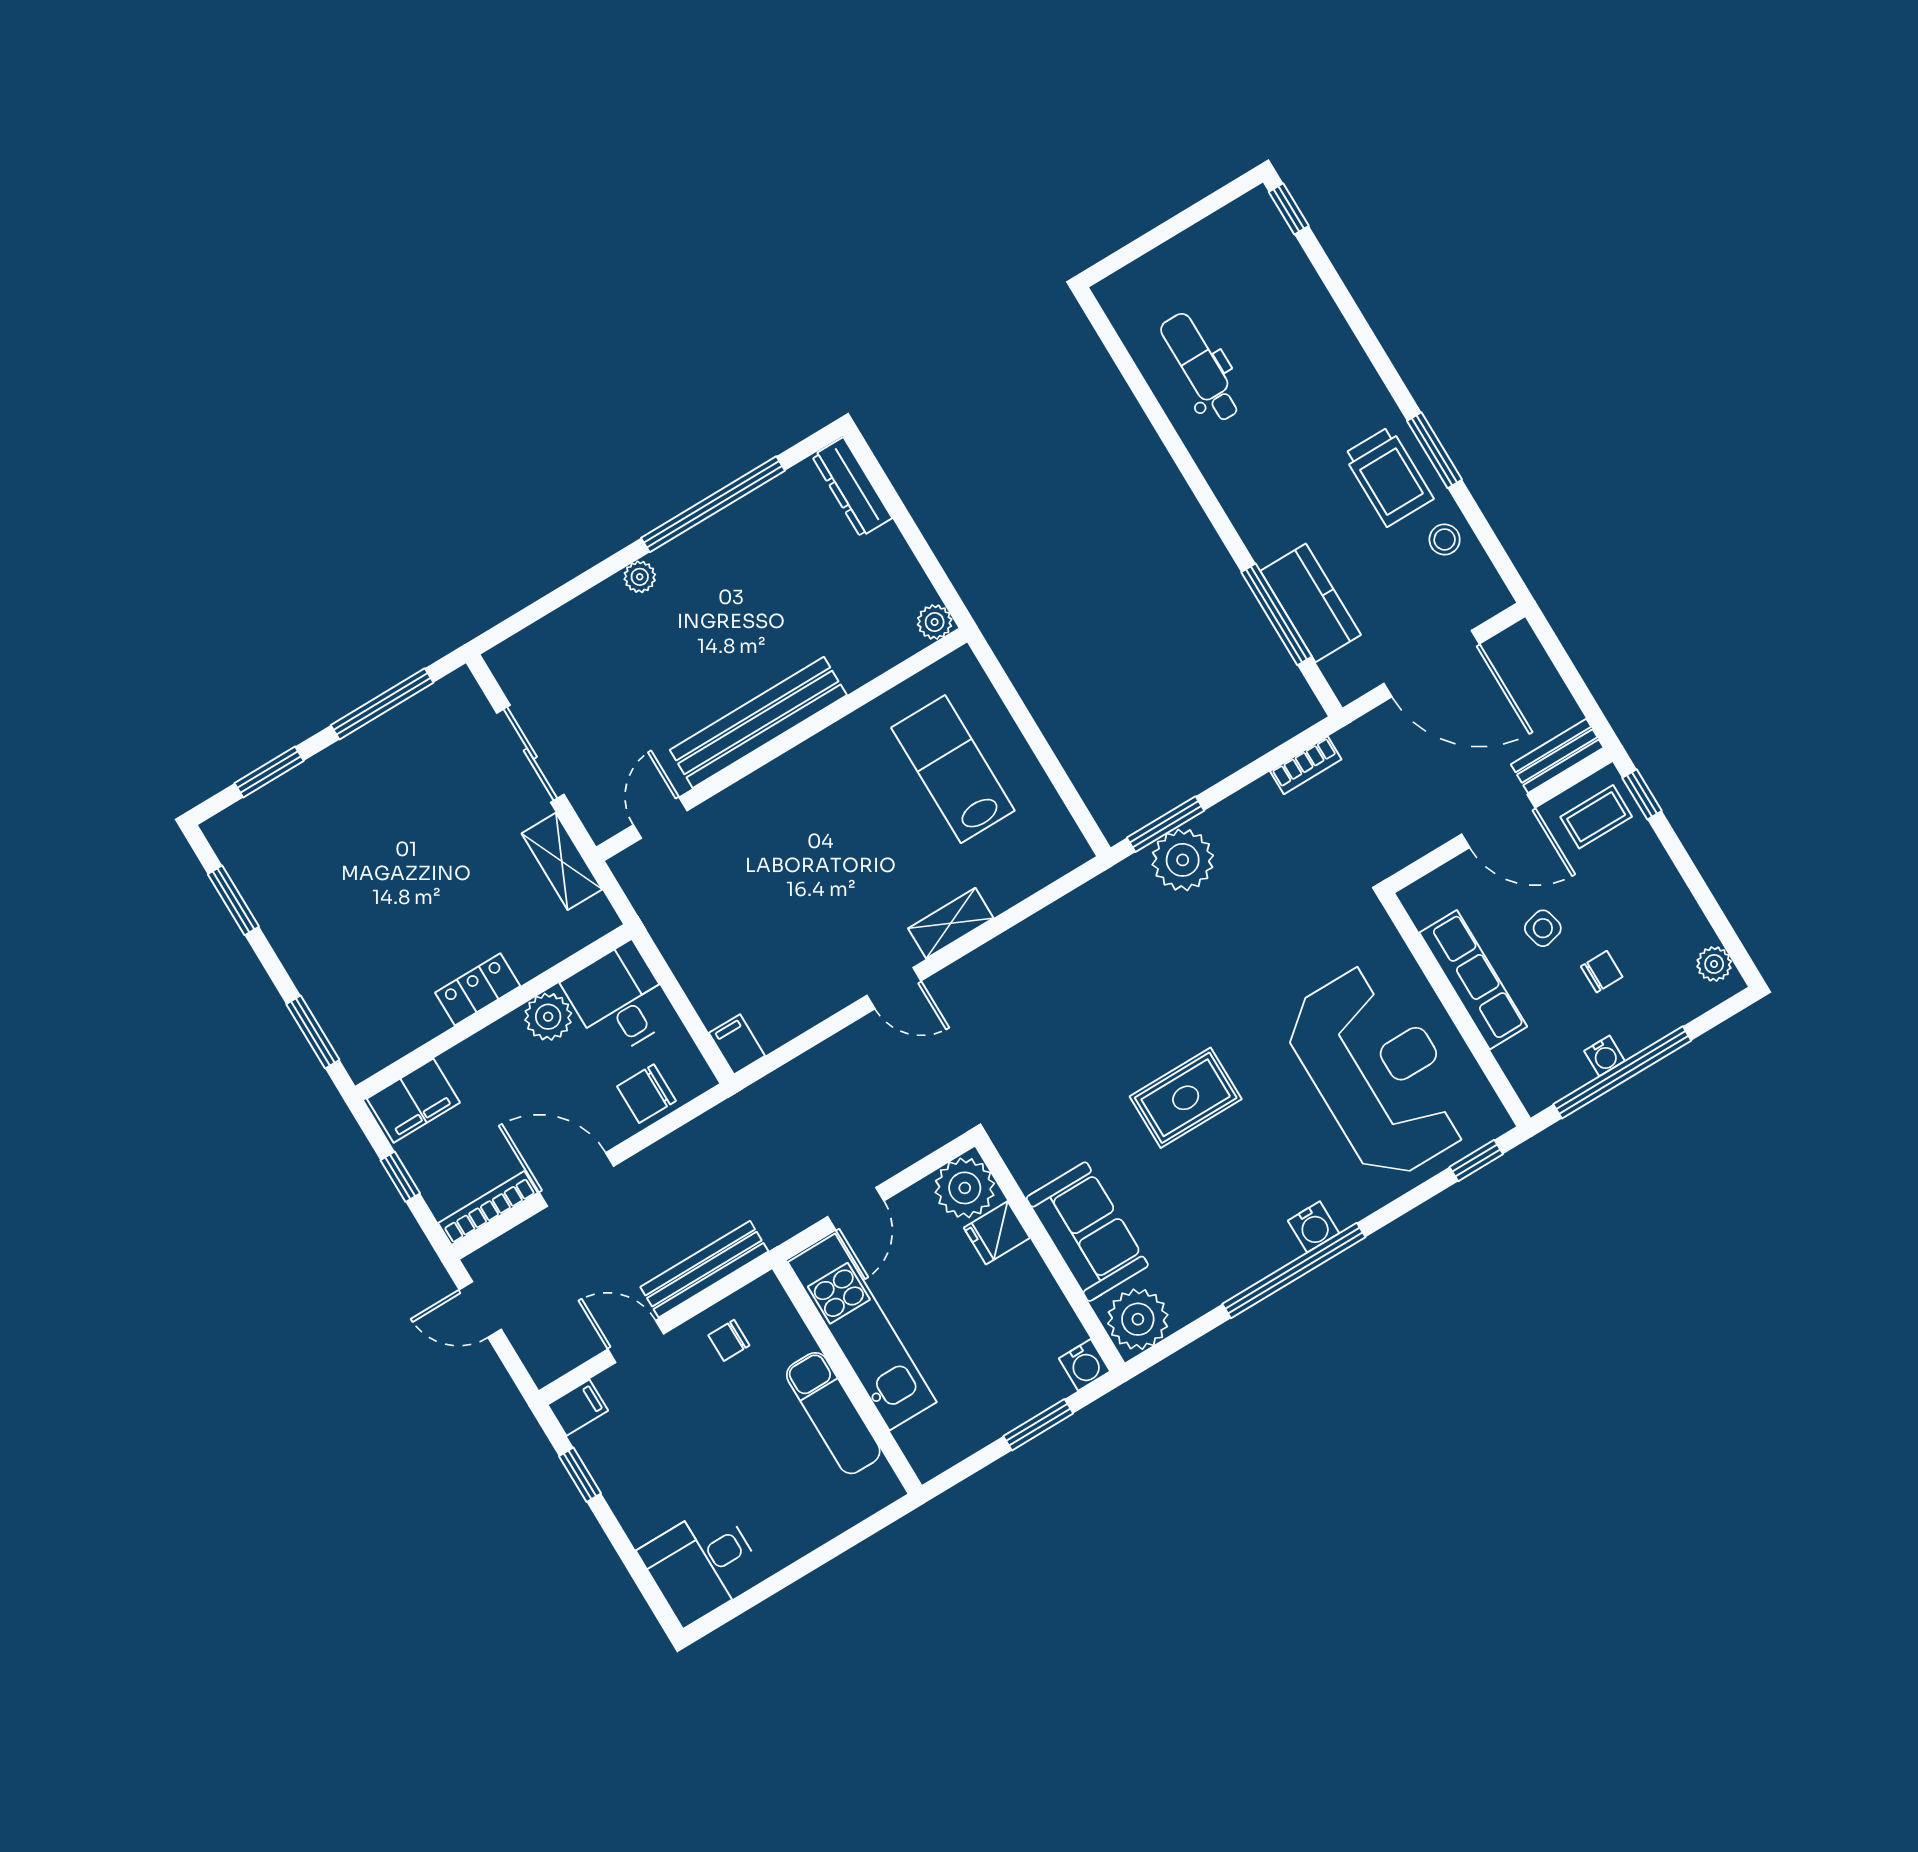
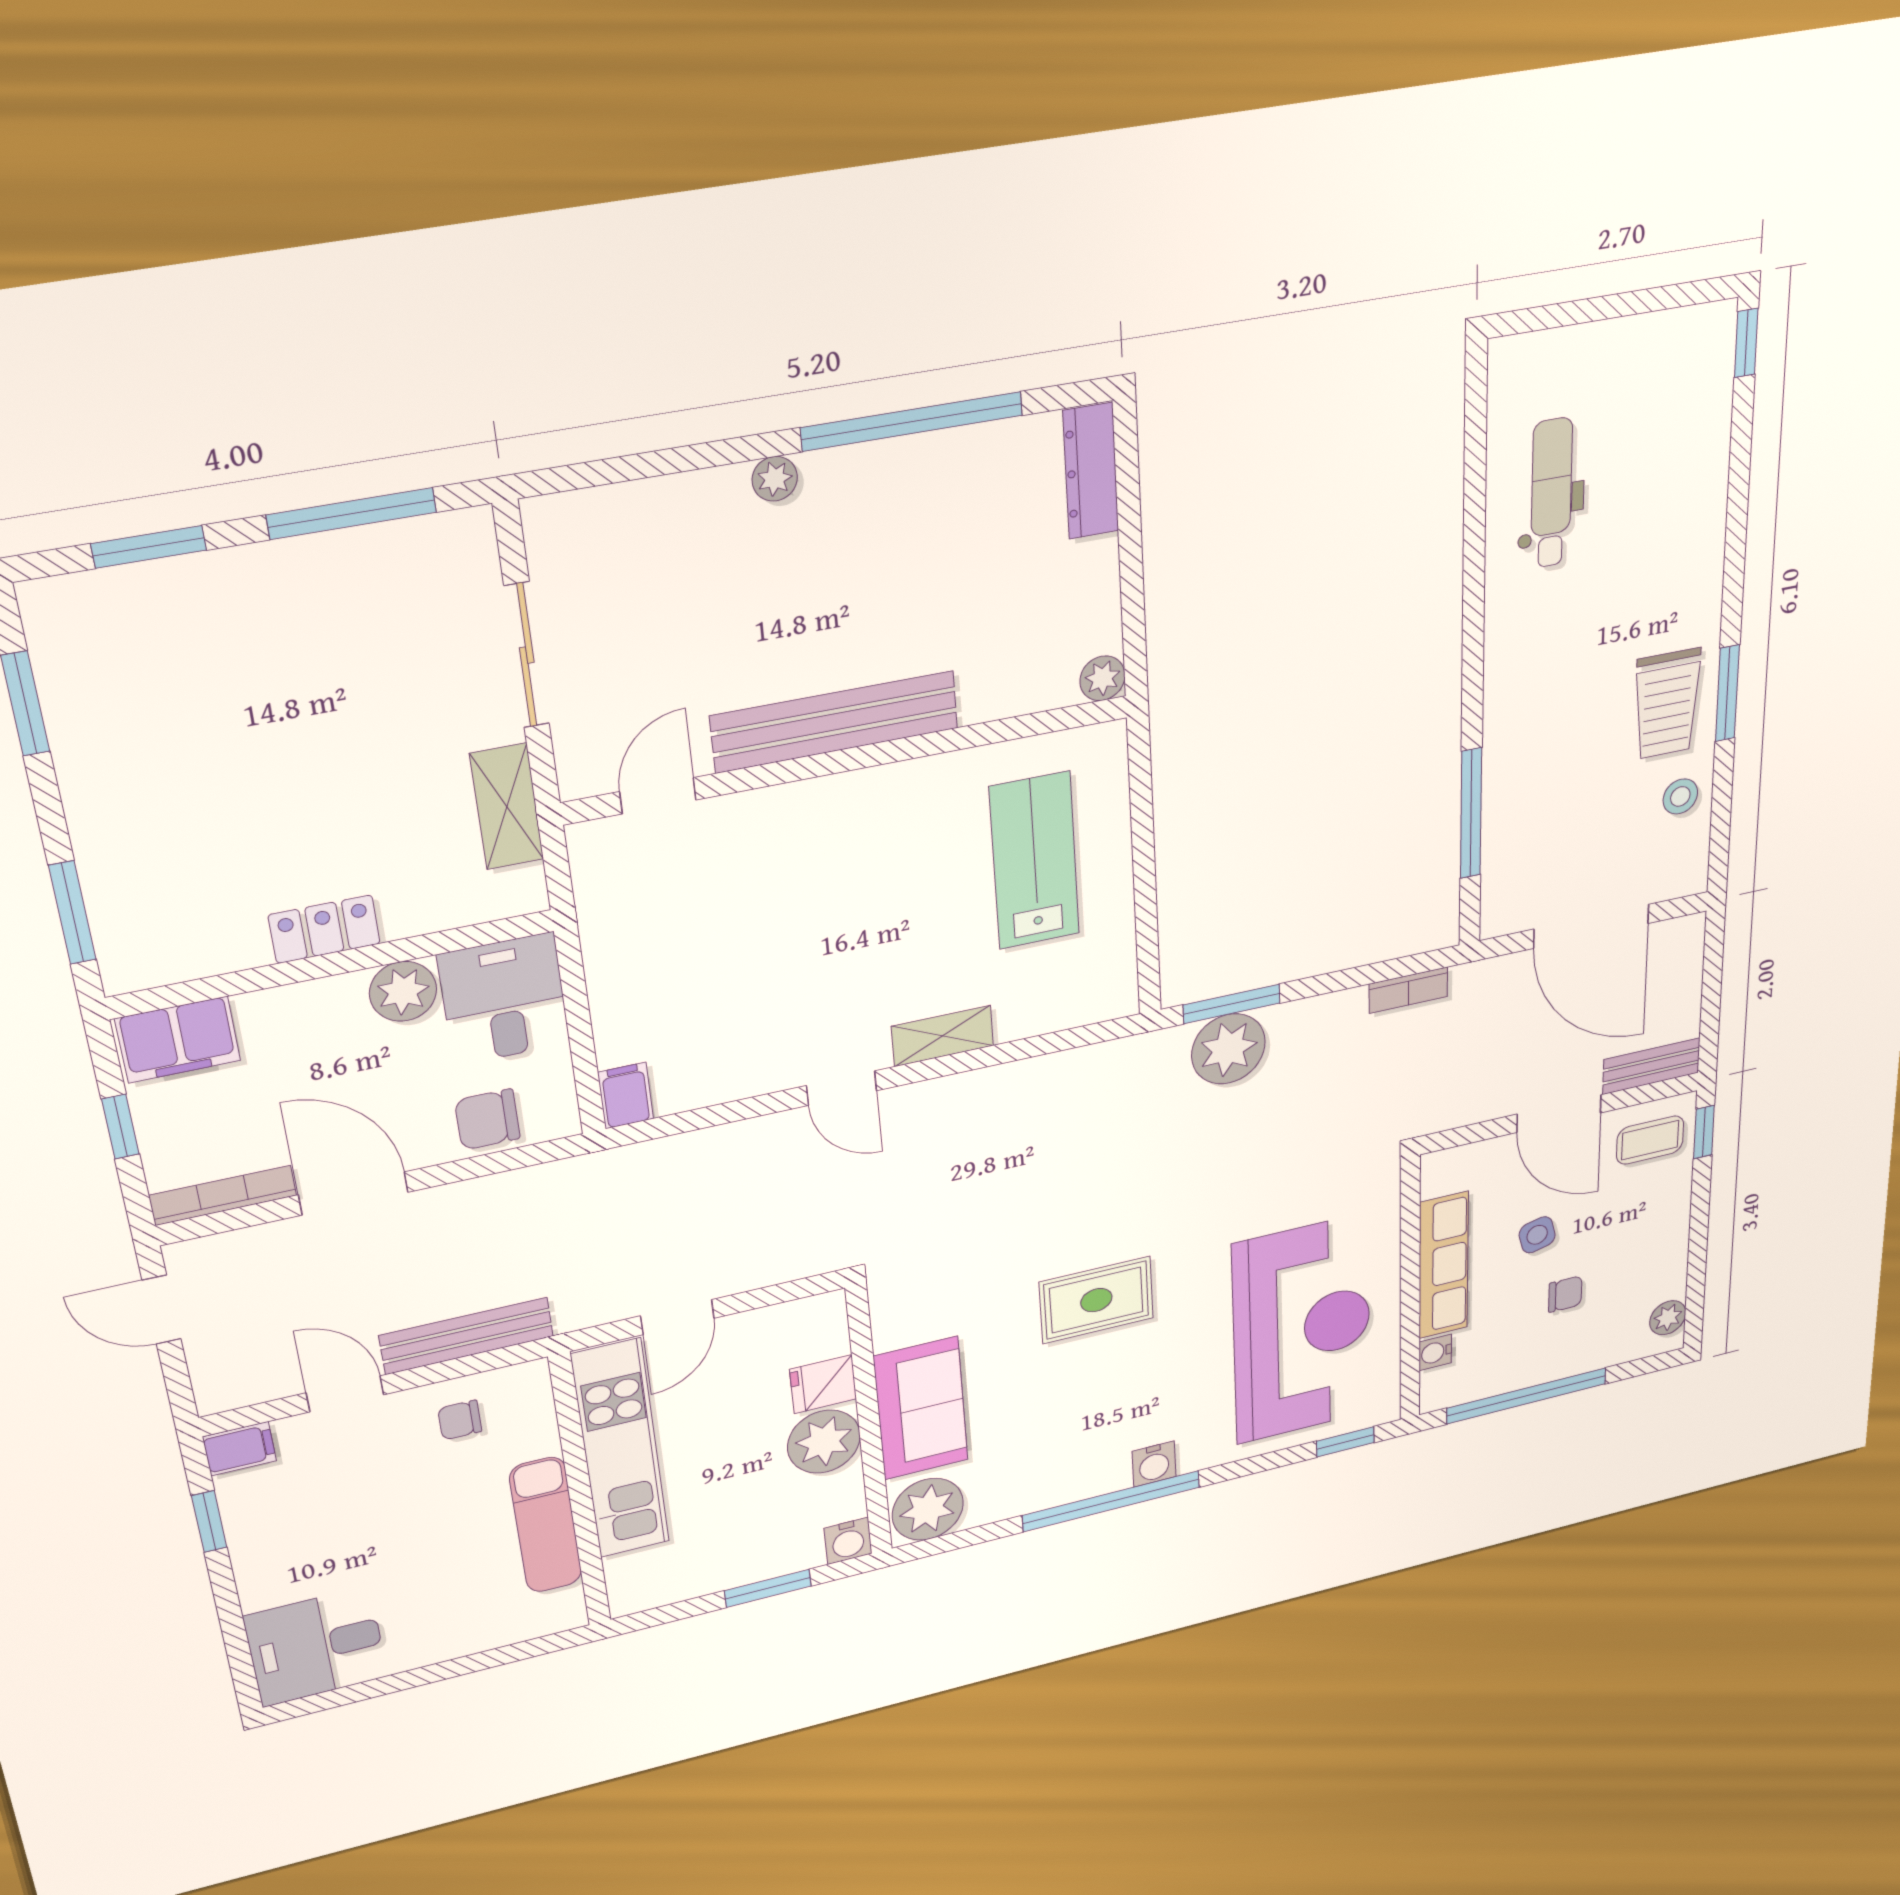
kitchen counter: (1311, 603) -> (1512, 814), removed
water cooler: (1604, 1056) -> (1435, 1352), moved, turned 90
plant: (965, 1188) -> (824, 1442), moved

